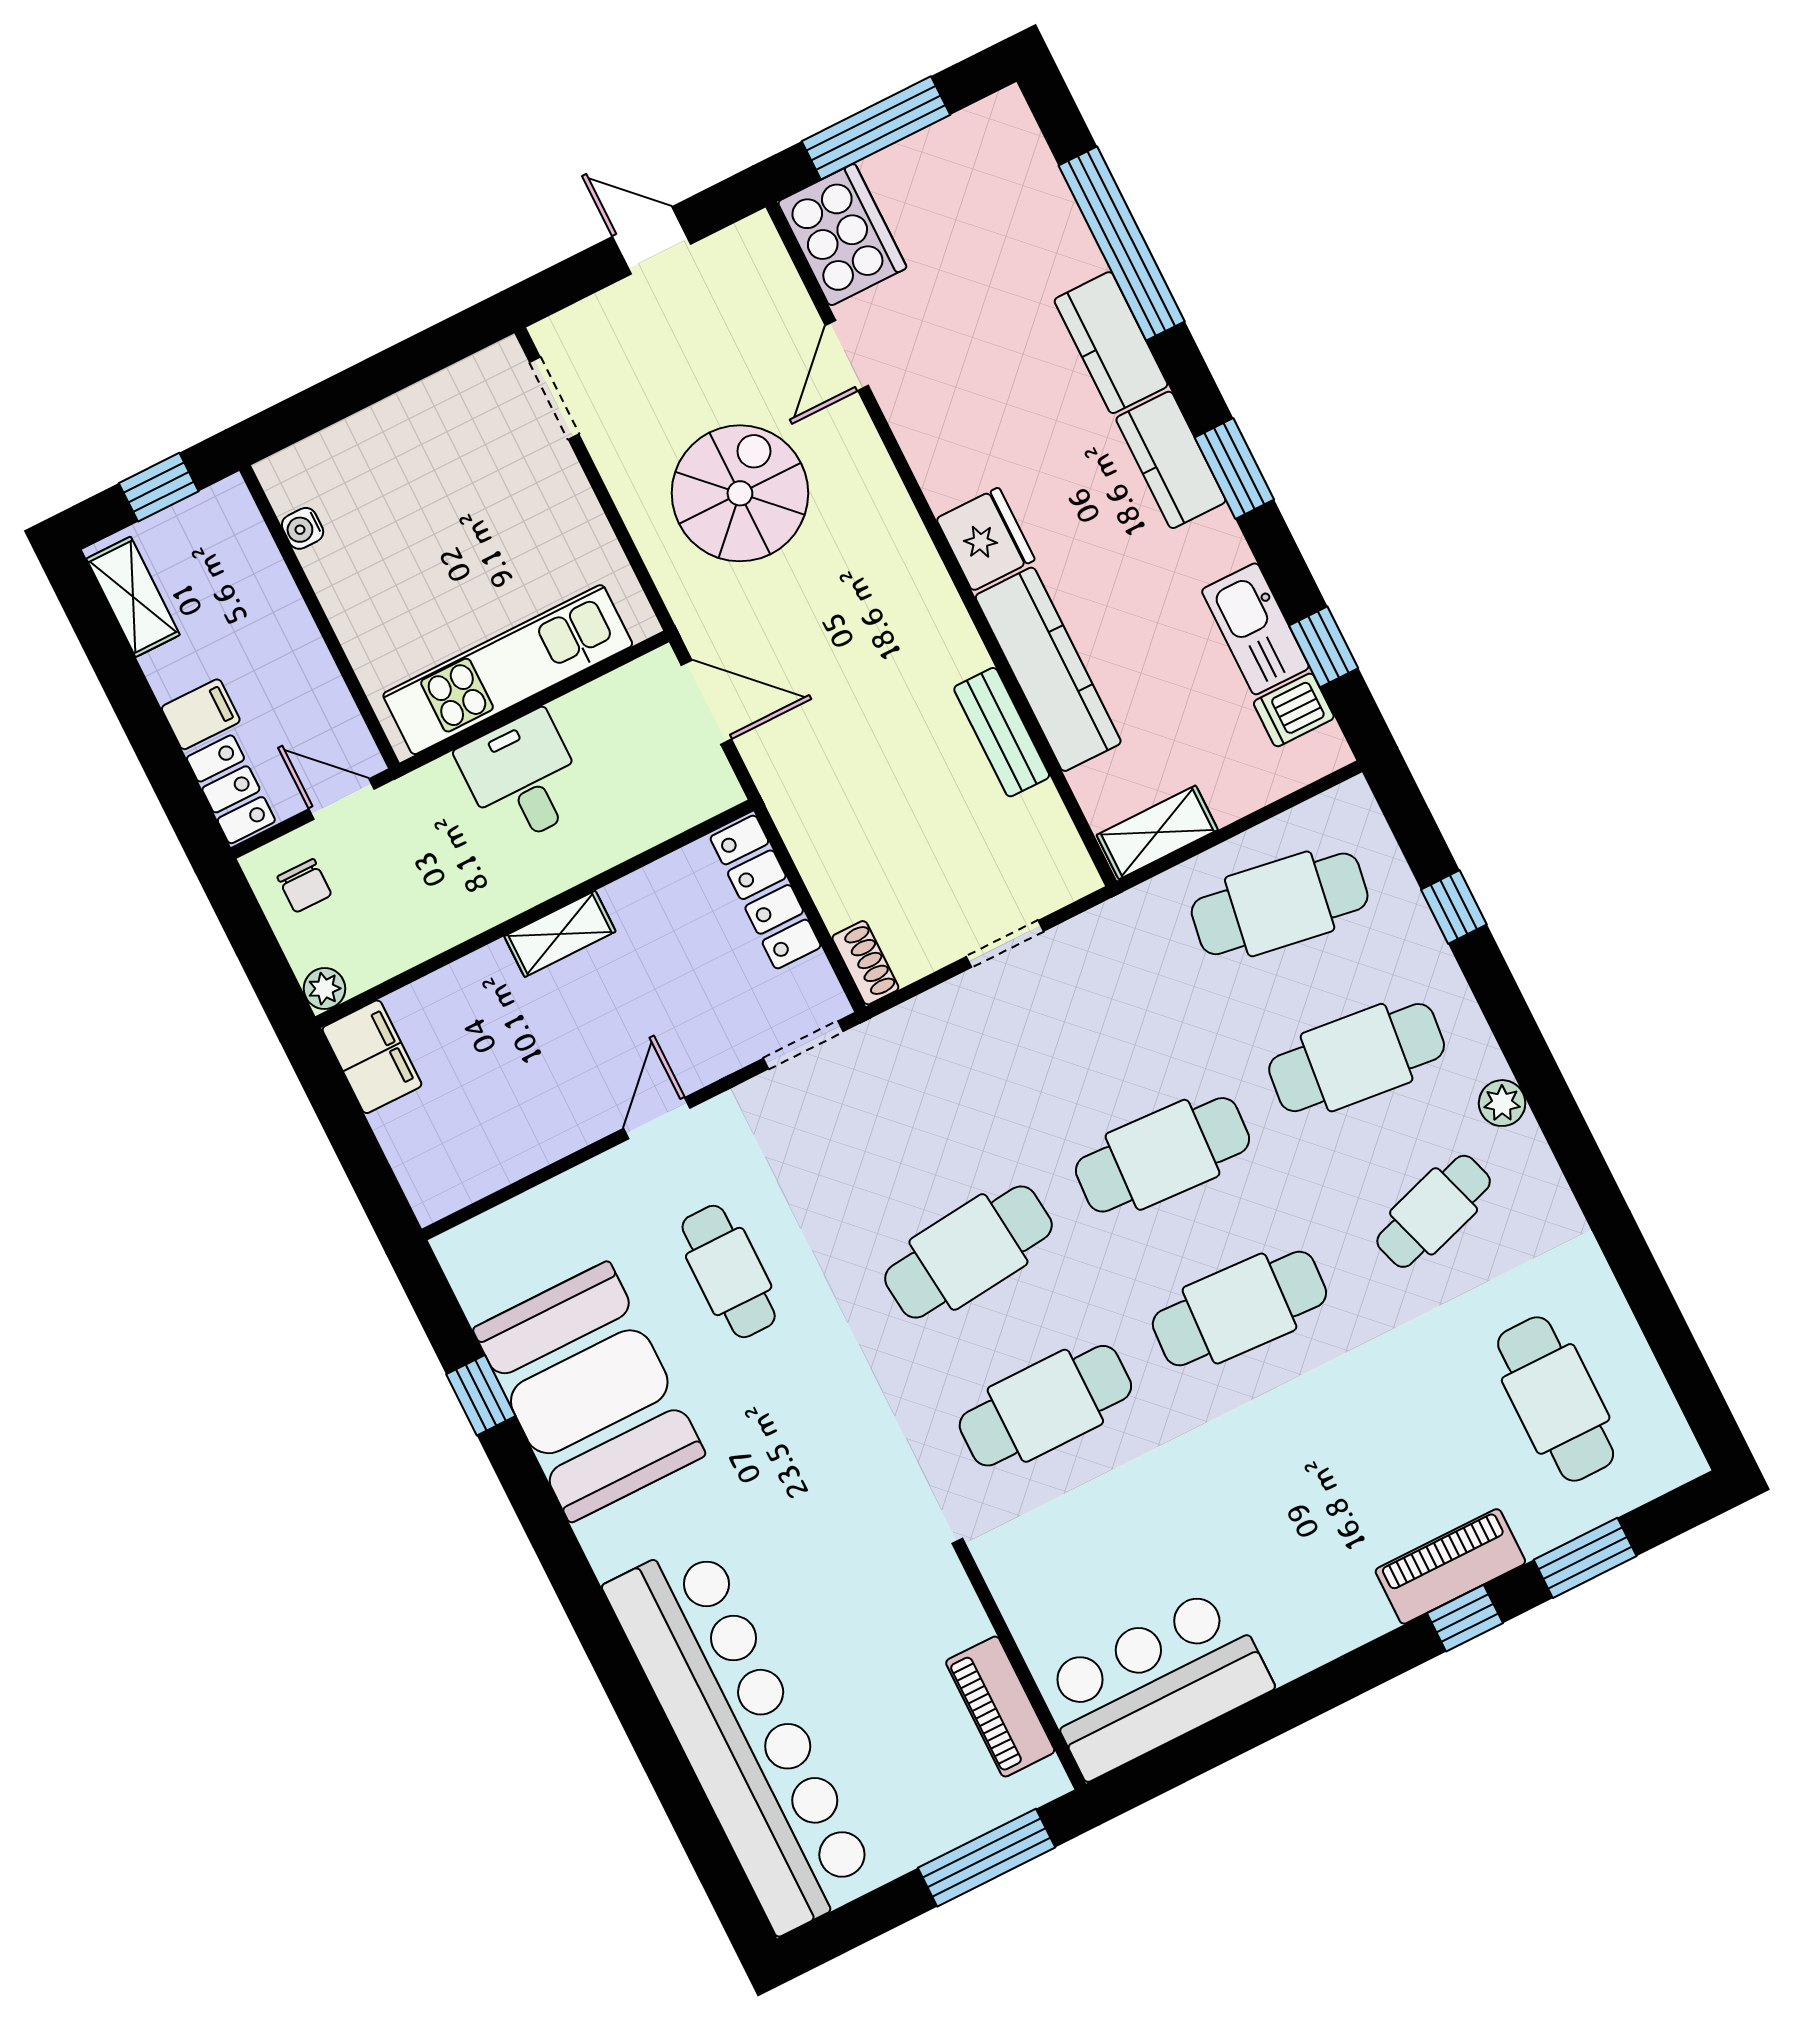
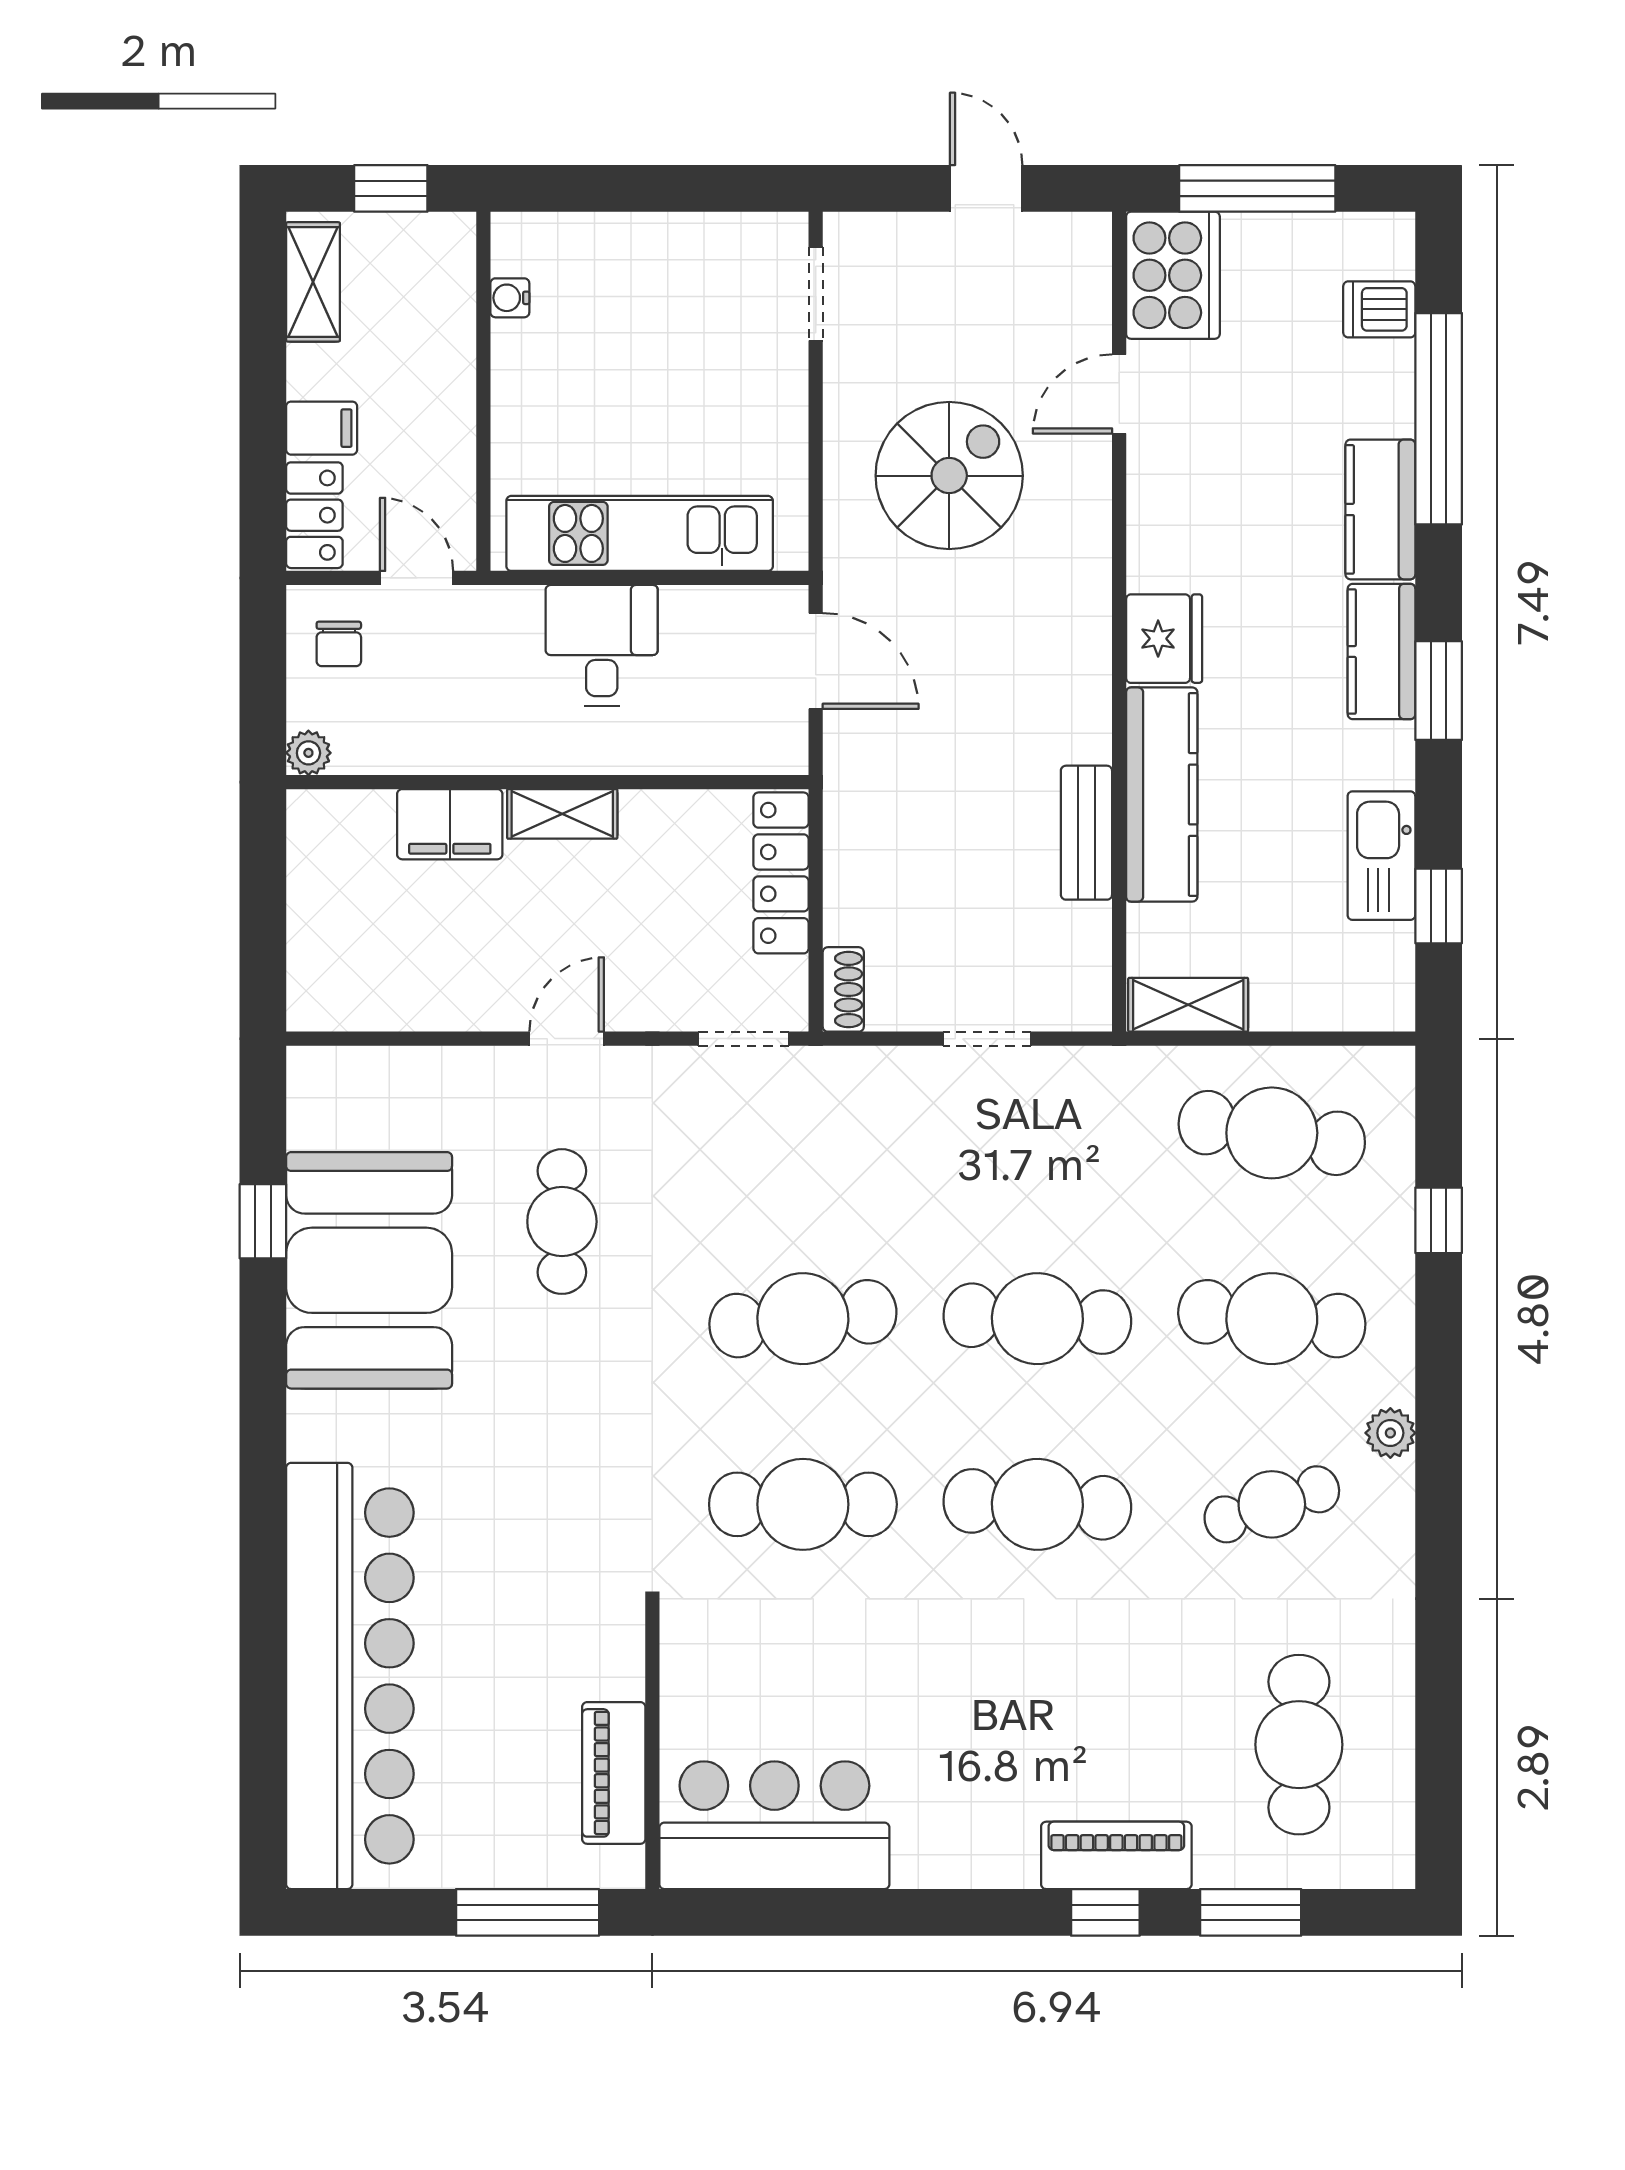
dishwasher: (1294, 710) -> (1379, 309), moved
filing cabinet: (372, 1057) -> (450, 824), moved, turned 90

